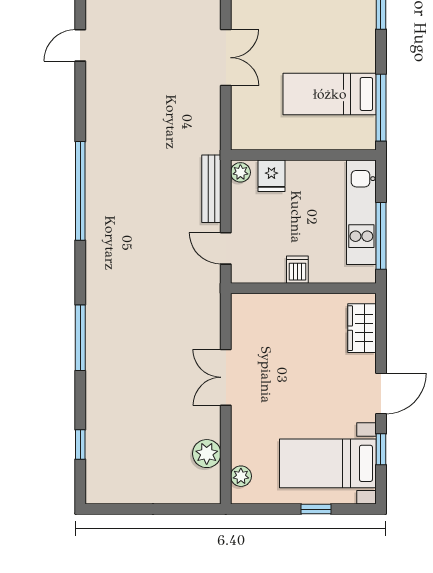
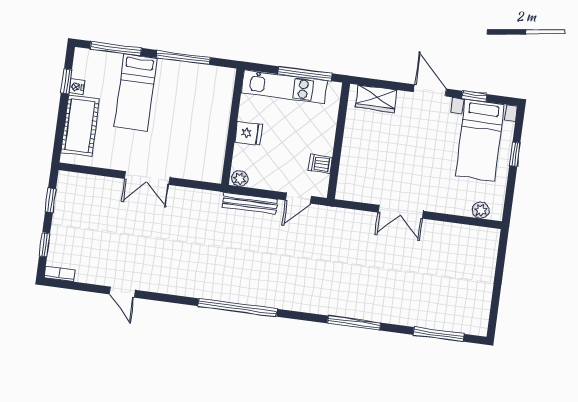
double door: (226, 58) -> (147, 178), swing flipped
bed: (330, 94) -> (136, 93), moved
window: (381, 108) -> (183, 57), moved
fridge: (271, 176) -> (249, 133), moved
dishwasher: (297, 270) -> (320, 164), moved
window: (80, 444) -> (439, 334), width x2.17
plant: (207, 454) -> (459, 235), removed

